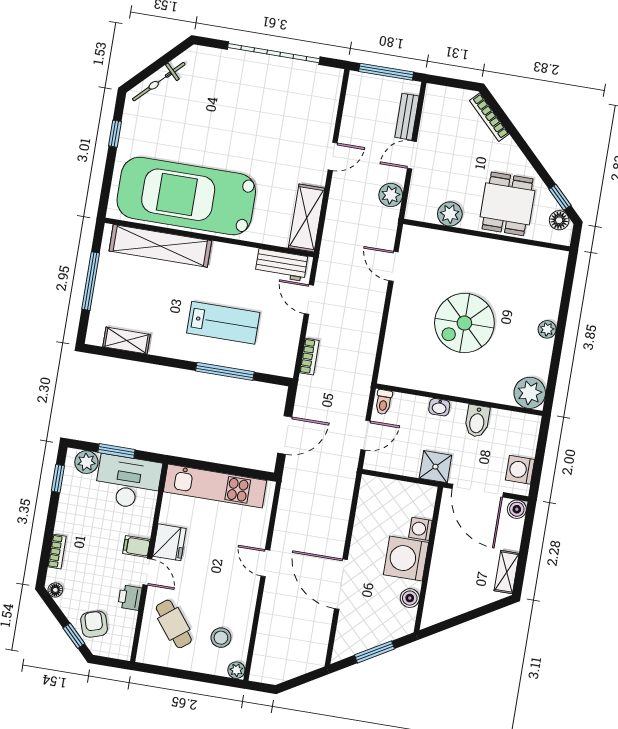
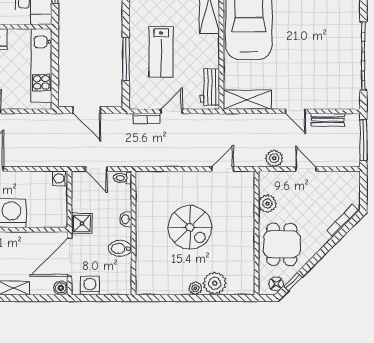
bench: (407, 117) -> (328, 120), moved
dining table: (508, 204) -> (282, 244), turned 90
door: (309, 299) -> (172, 111), moved
spiral stairs: (464, 323) -> (190, 227), turned 180
plant: (530, 393) -> (215, 283), moved
washing machine: (420, 529) -> (60, 178), moved, turned -90

